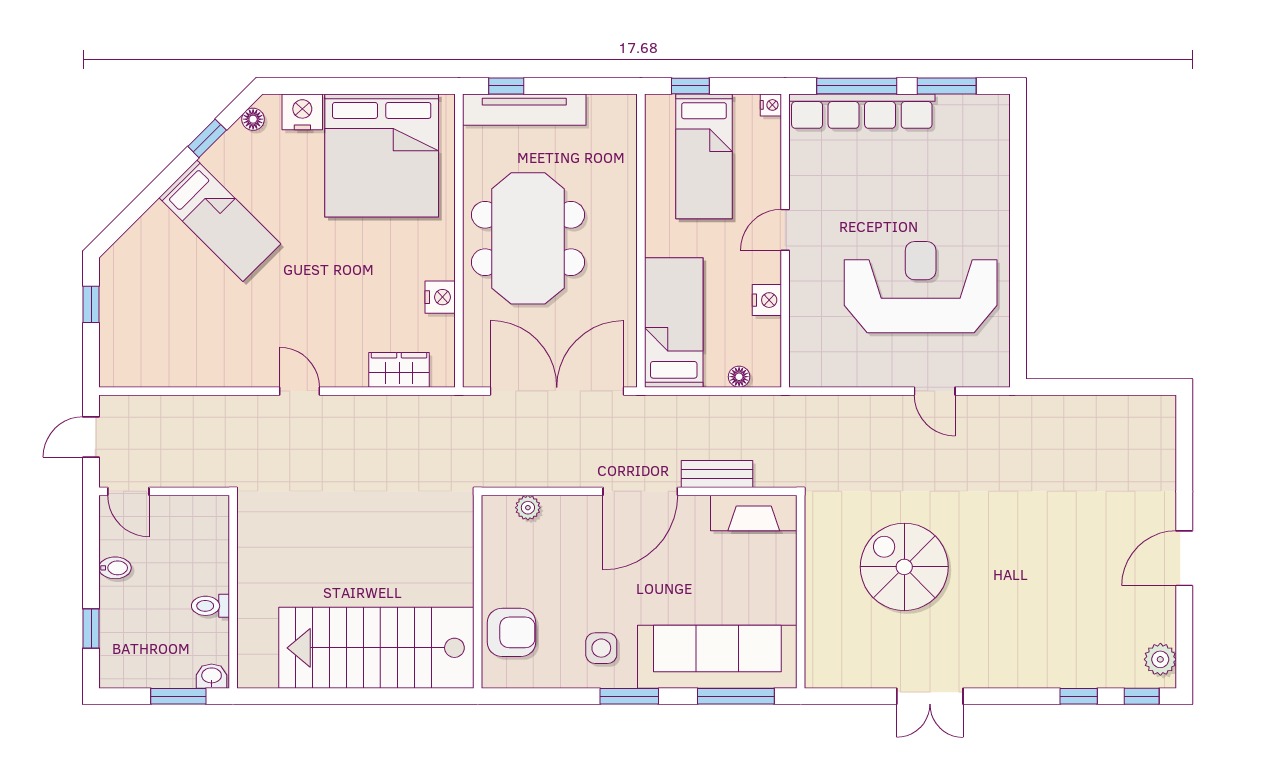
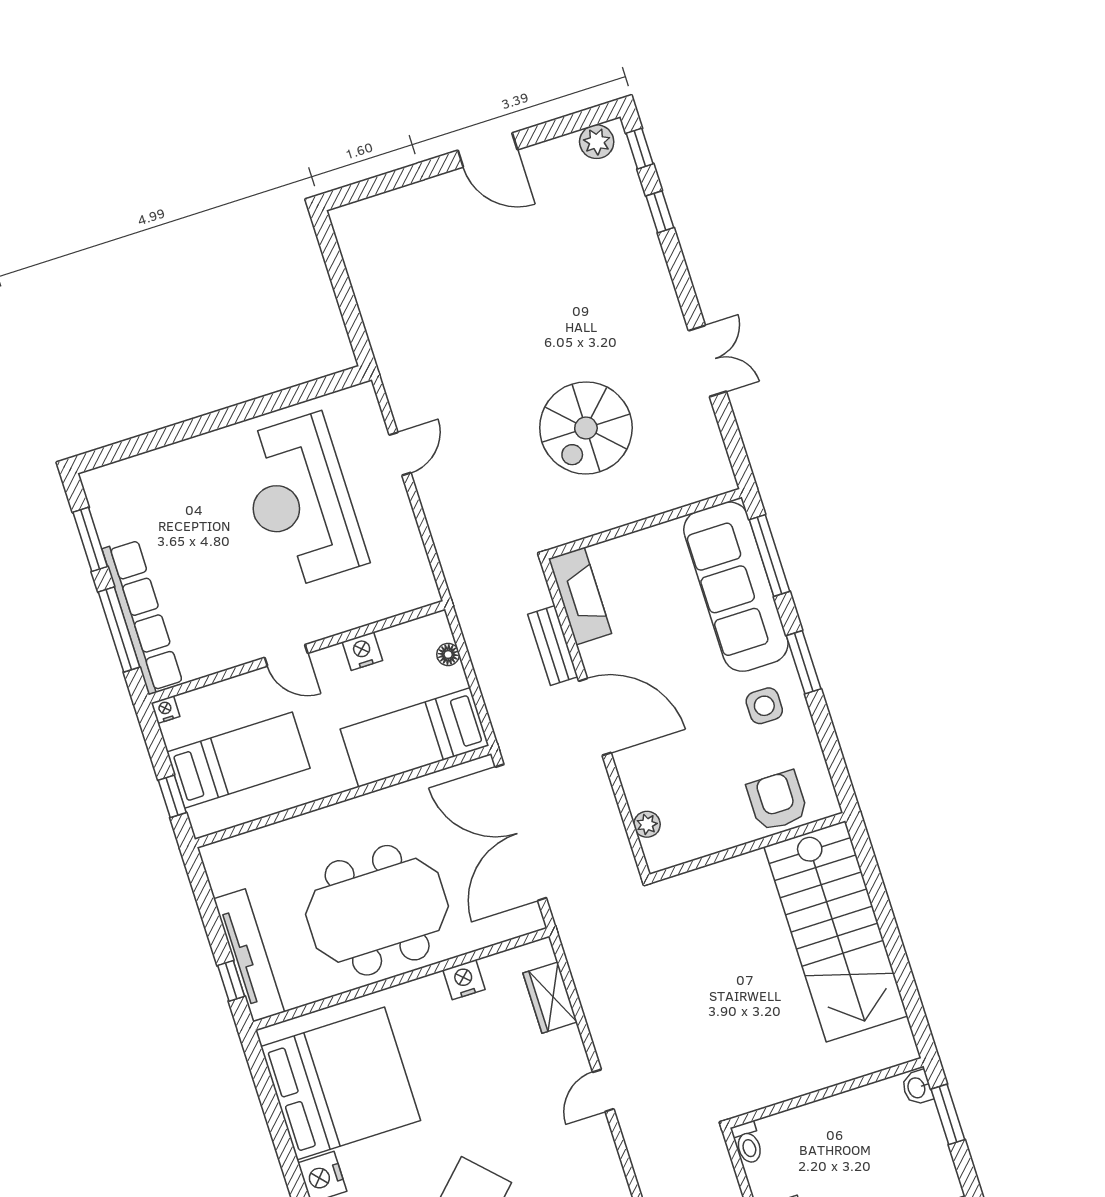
toilet: (210, 606) -> (748, 1143), moved

